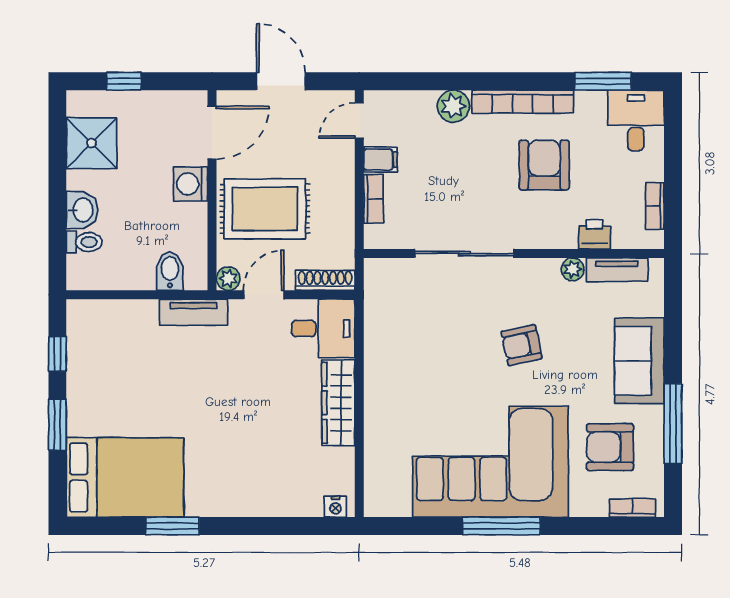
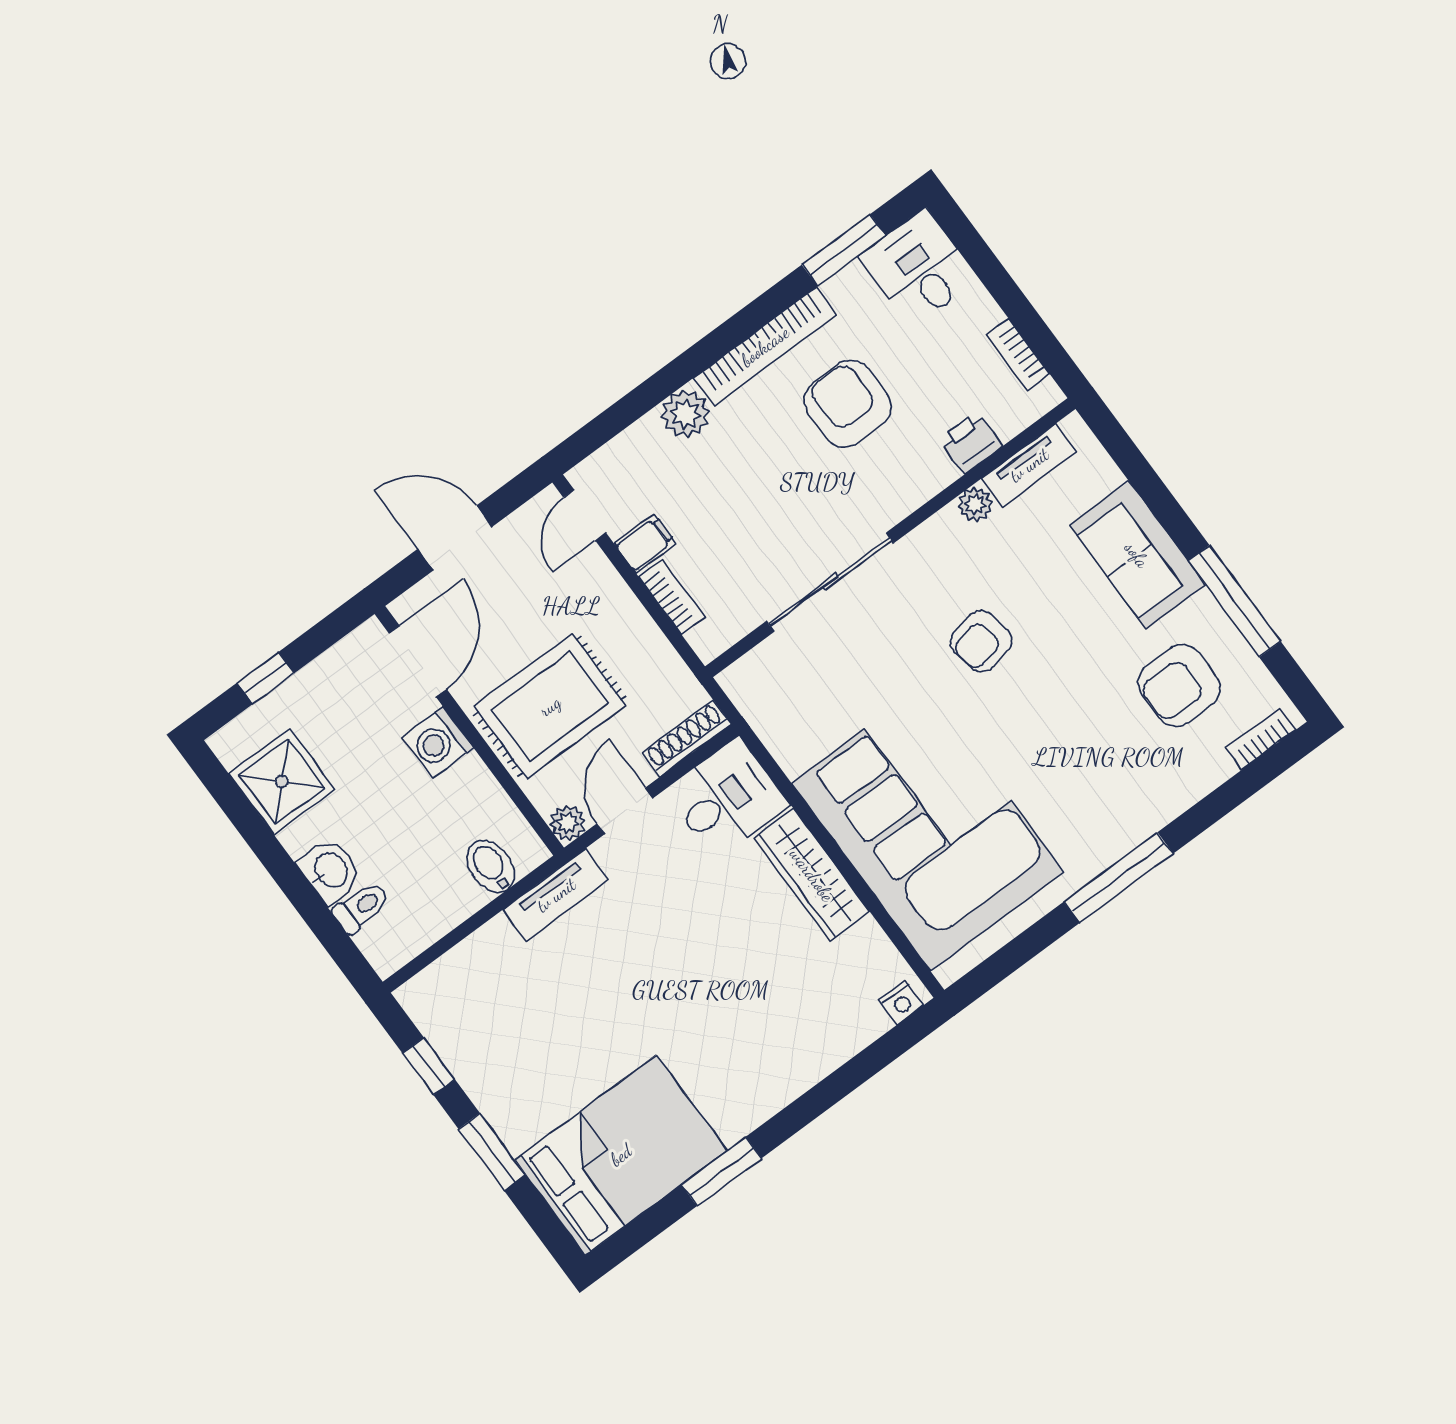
corner sofa: (490, 462) -> (928, 828), moved, turned 90

